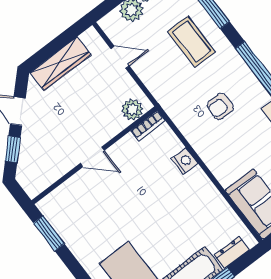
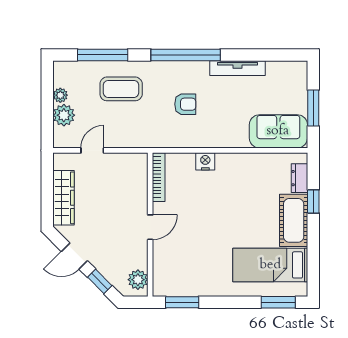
armchair: (220, 107) -> (185, 104), turned -90
plant: (132, 110) -> (138, 280), moved
bookcase: (148, 126) -> (159, 177), width x1.56

